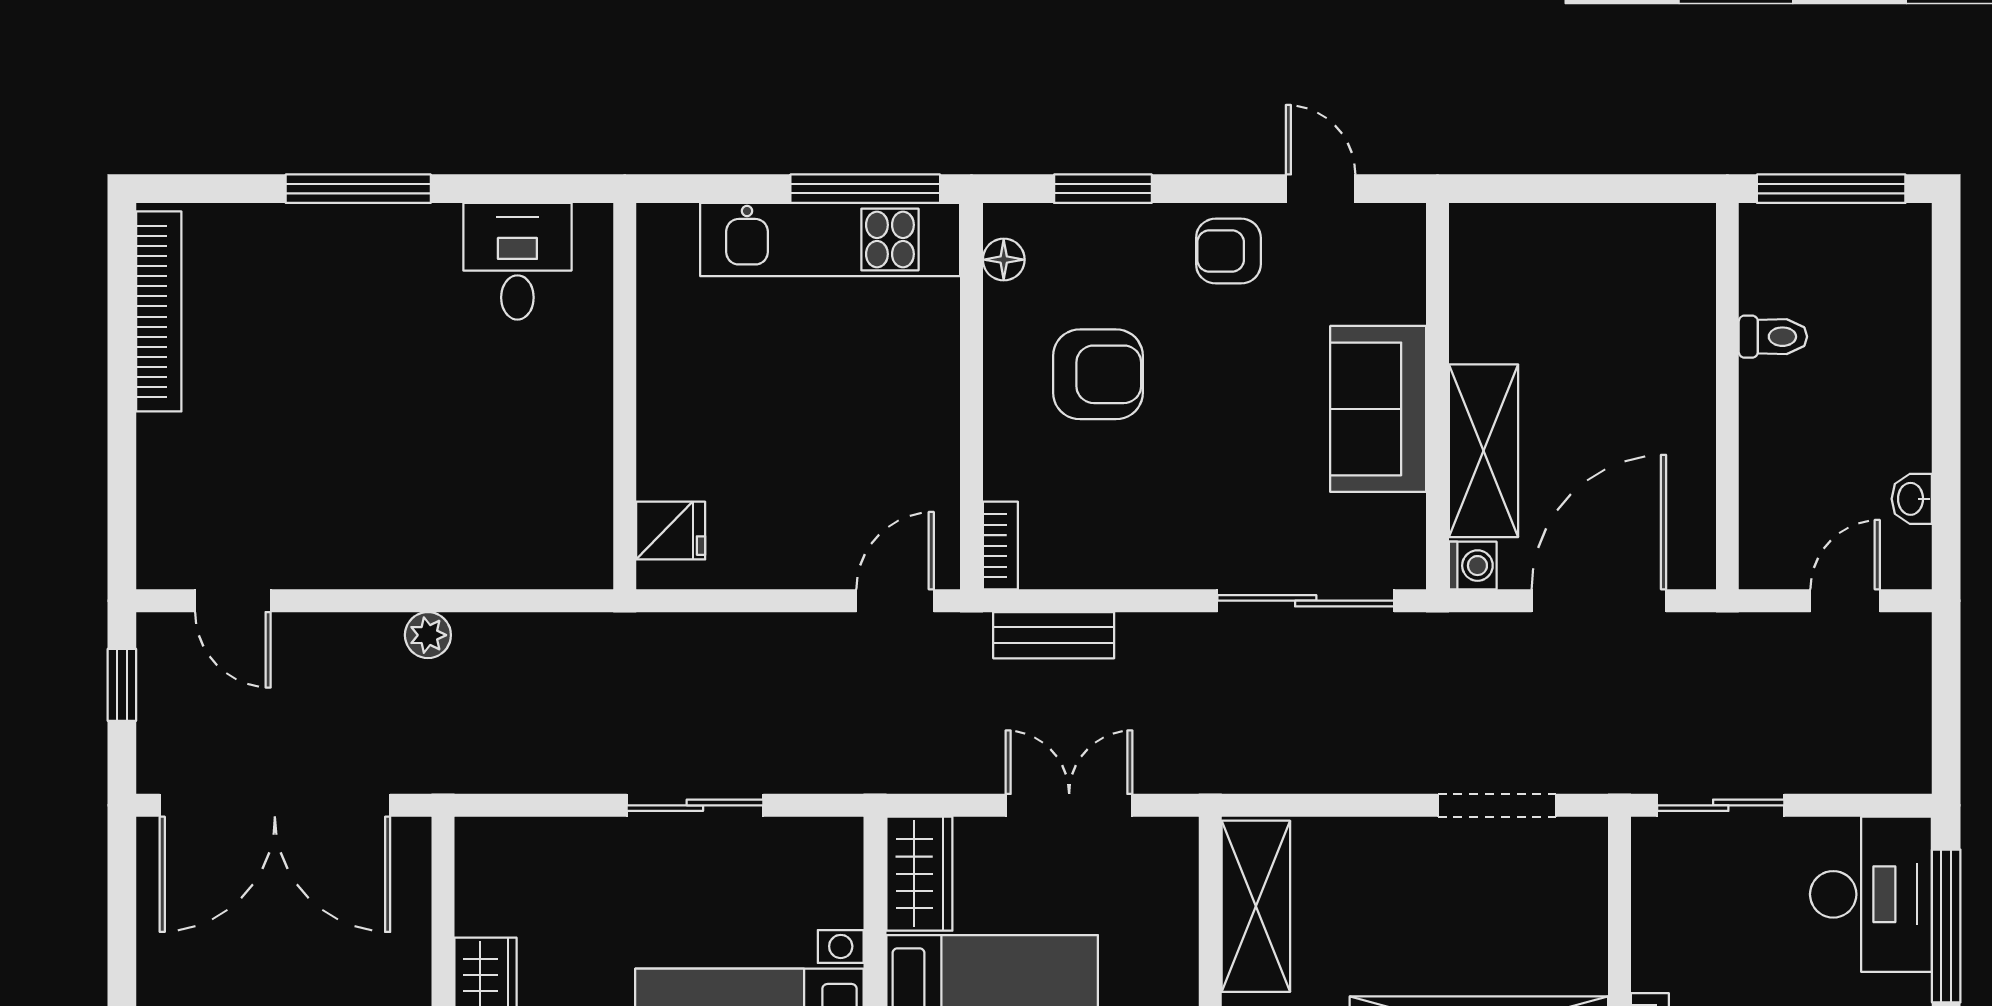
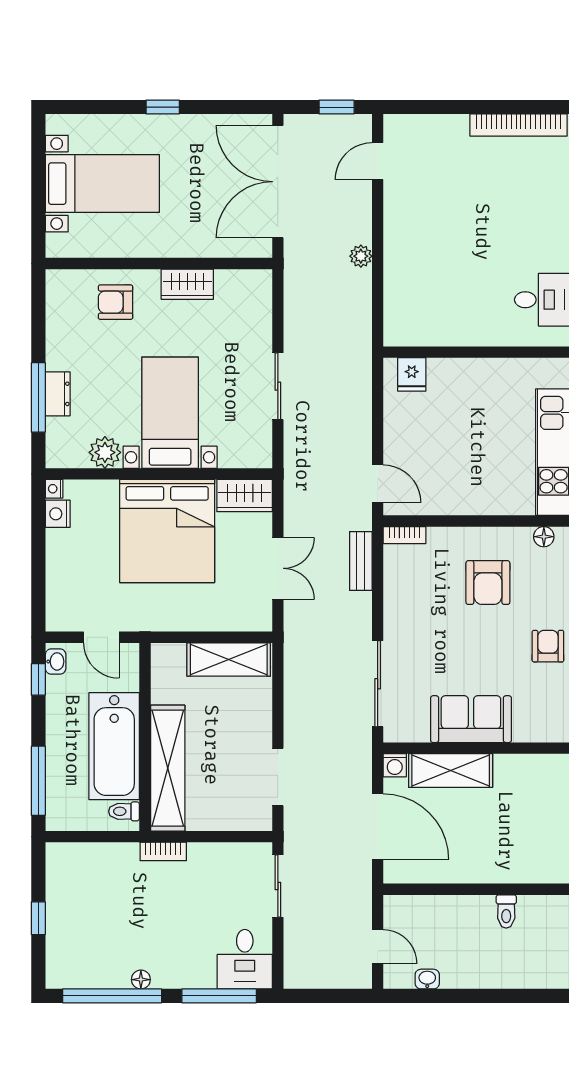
desk: (1871, 894) -> (245, 959), width x0.73

